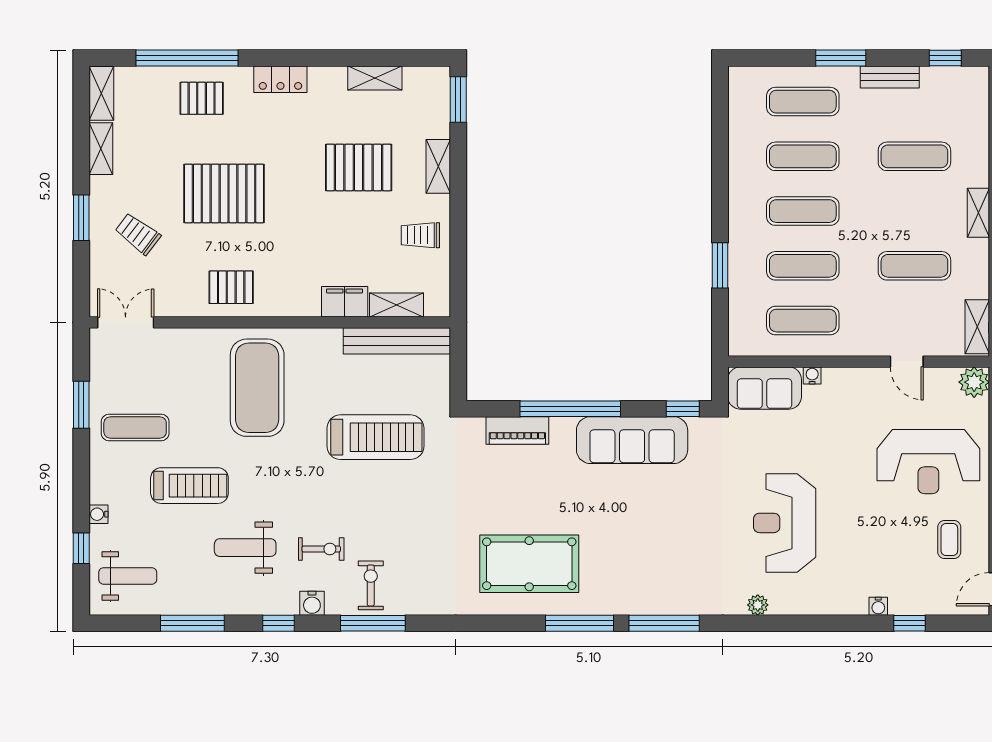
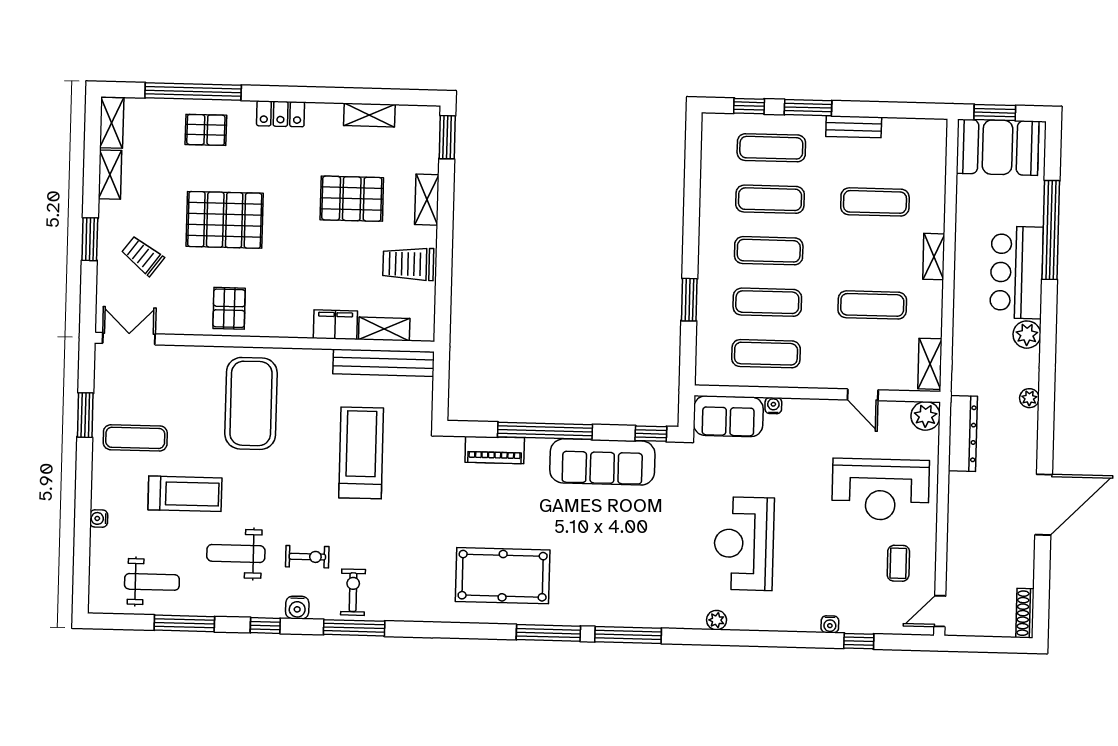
window: (945, 58) -> (749, 106), moved
trolley: (420, 235) -> (408, 264), width x1.36, depth x1.39
pallet: (231, 287) -> (229, 308), turned 90
treadmill: (375, 437) -> (361, 453), turned -90
window: (81, 548) -> (82, 550), removed
weight bench: (128, 576) -> (152, 582), moved

